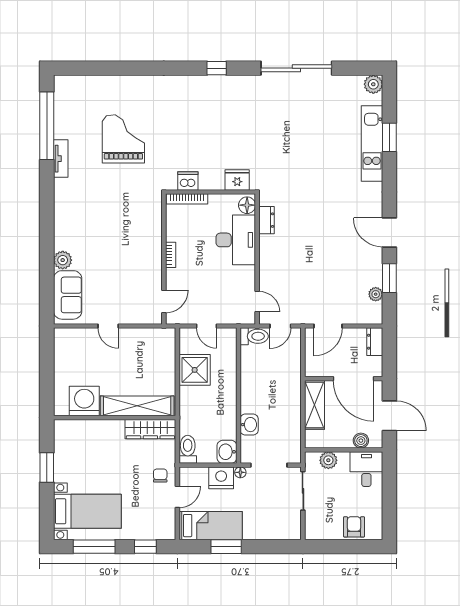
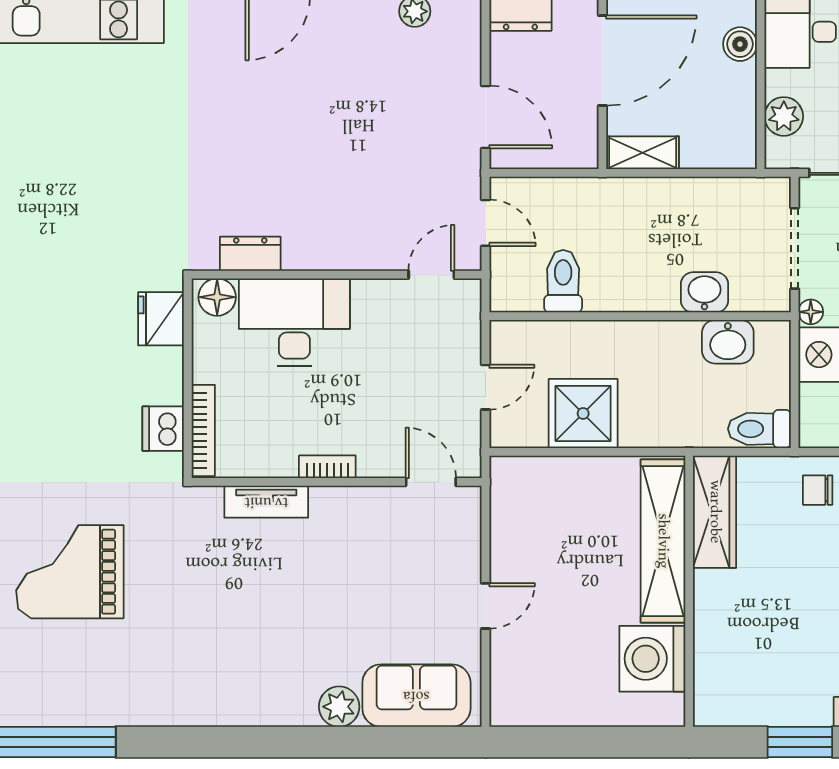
tv unit: (61, 159) -> (266, 502), moved, turned 180
toilet: (254, 336) -> (563, 281), moved
shelving: (314, 405) -> (643, 153), width x0.67, depth x0.75
washbasin: (227, 452) -> (728, 342), moved

